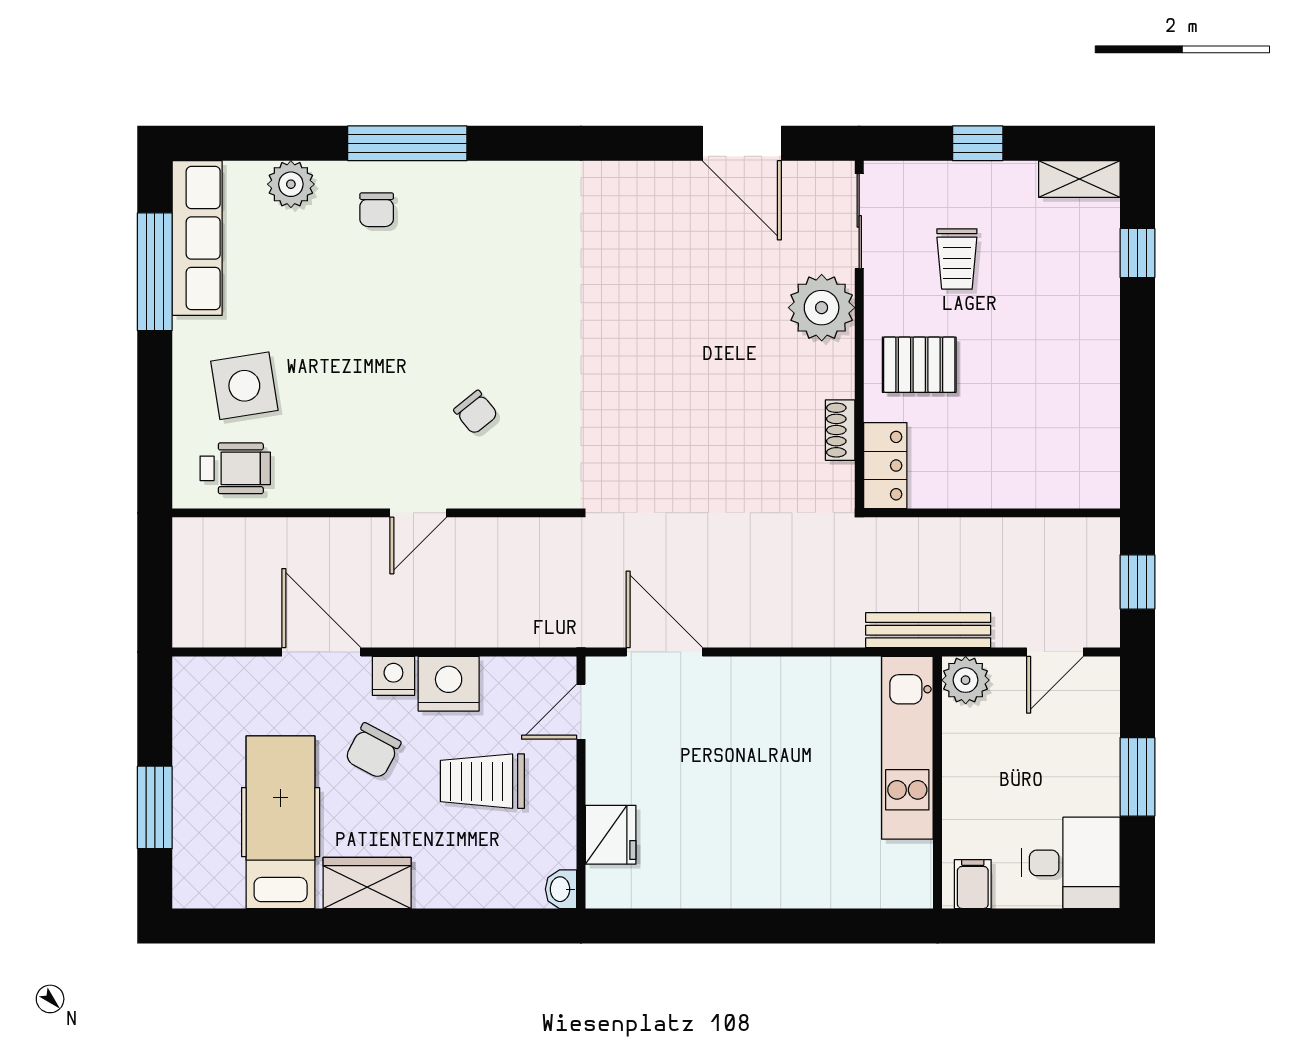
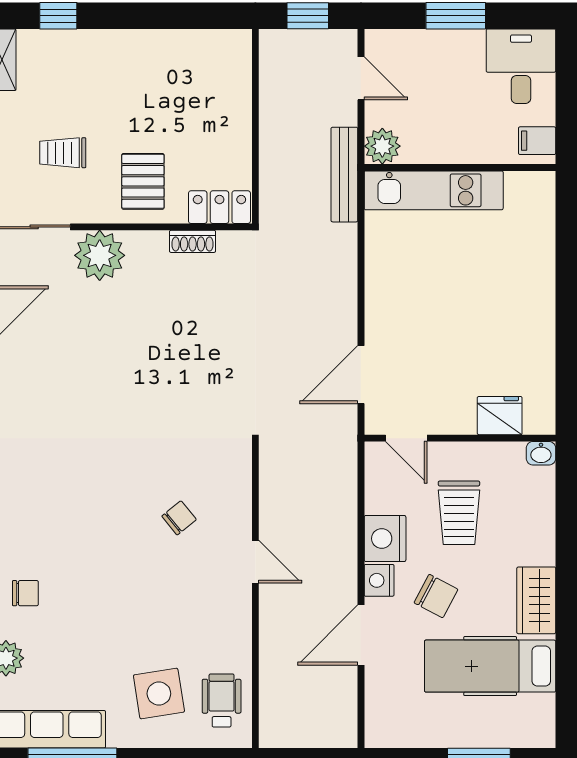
trolley: (957, 259) -> (63, 153), turned 180

